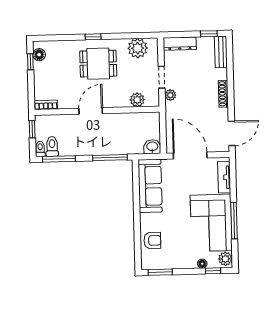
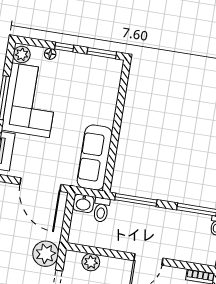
plant: (170, 95) -> (46, 254), width x1.88, depth x1.88
toilet: (52, 146) -> (101, 210), moved
armchair: (152, 240) -> (104, 92), removed
window: (213, 271) -> (64, 47), moved

